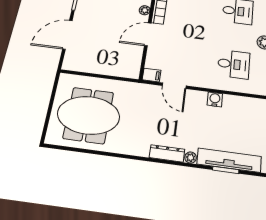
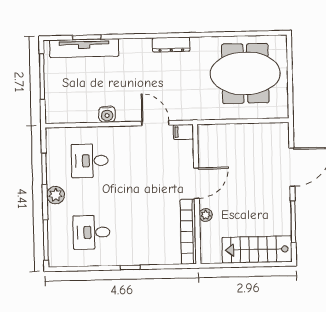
dresser: (167, 153) -> (171, 45), moved
plant: (191, 158) -> (126, 44), removed

